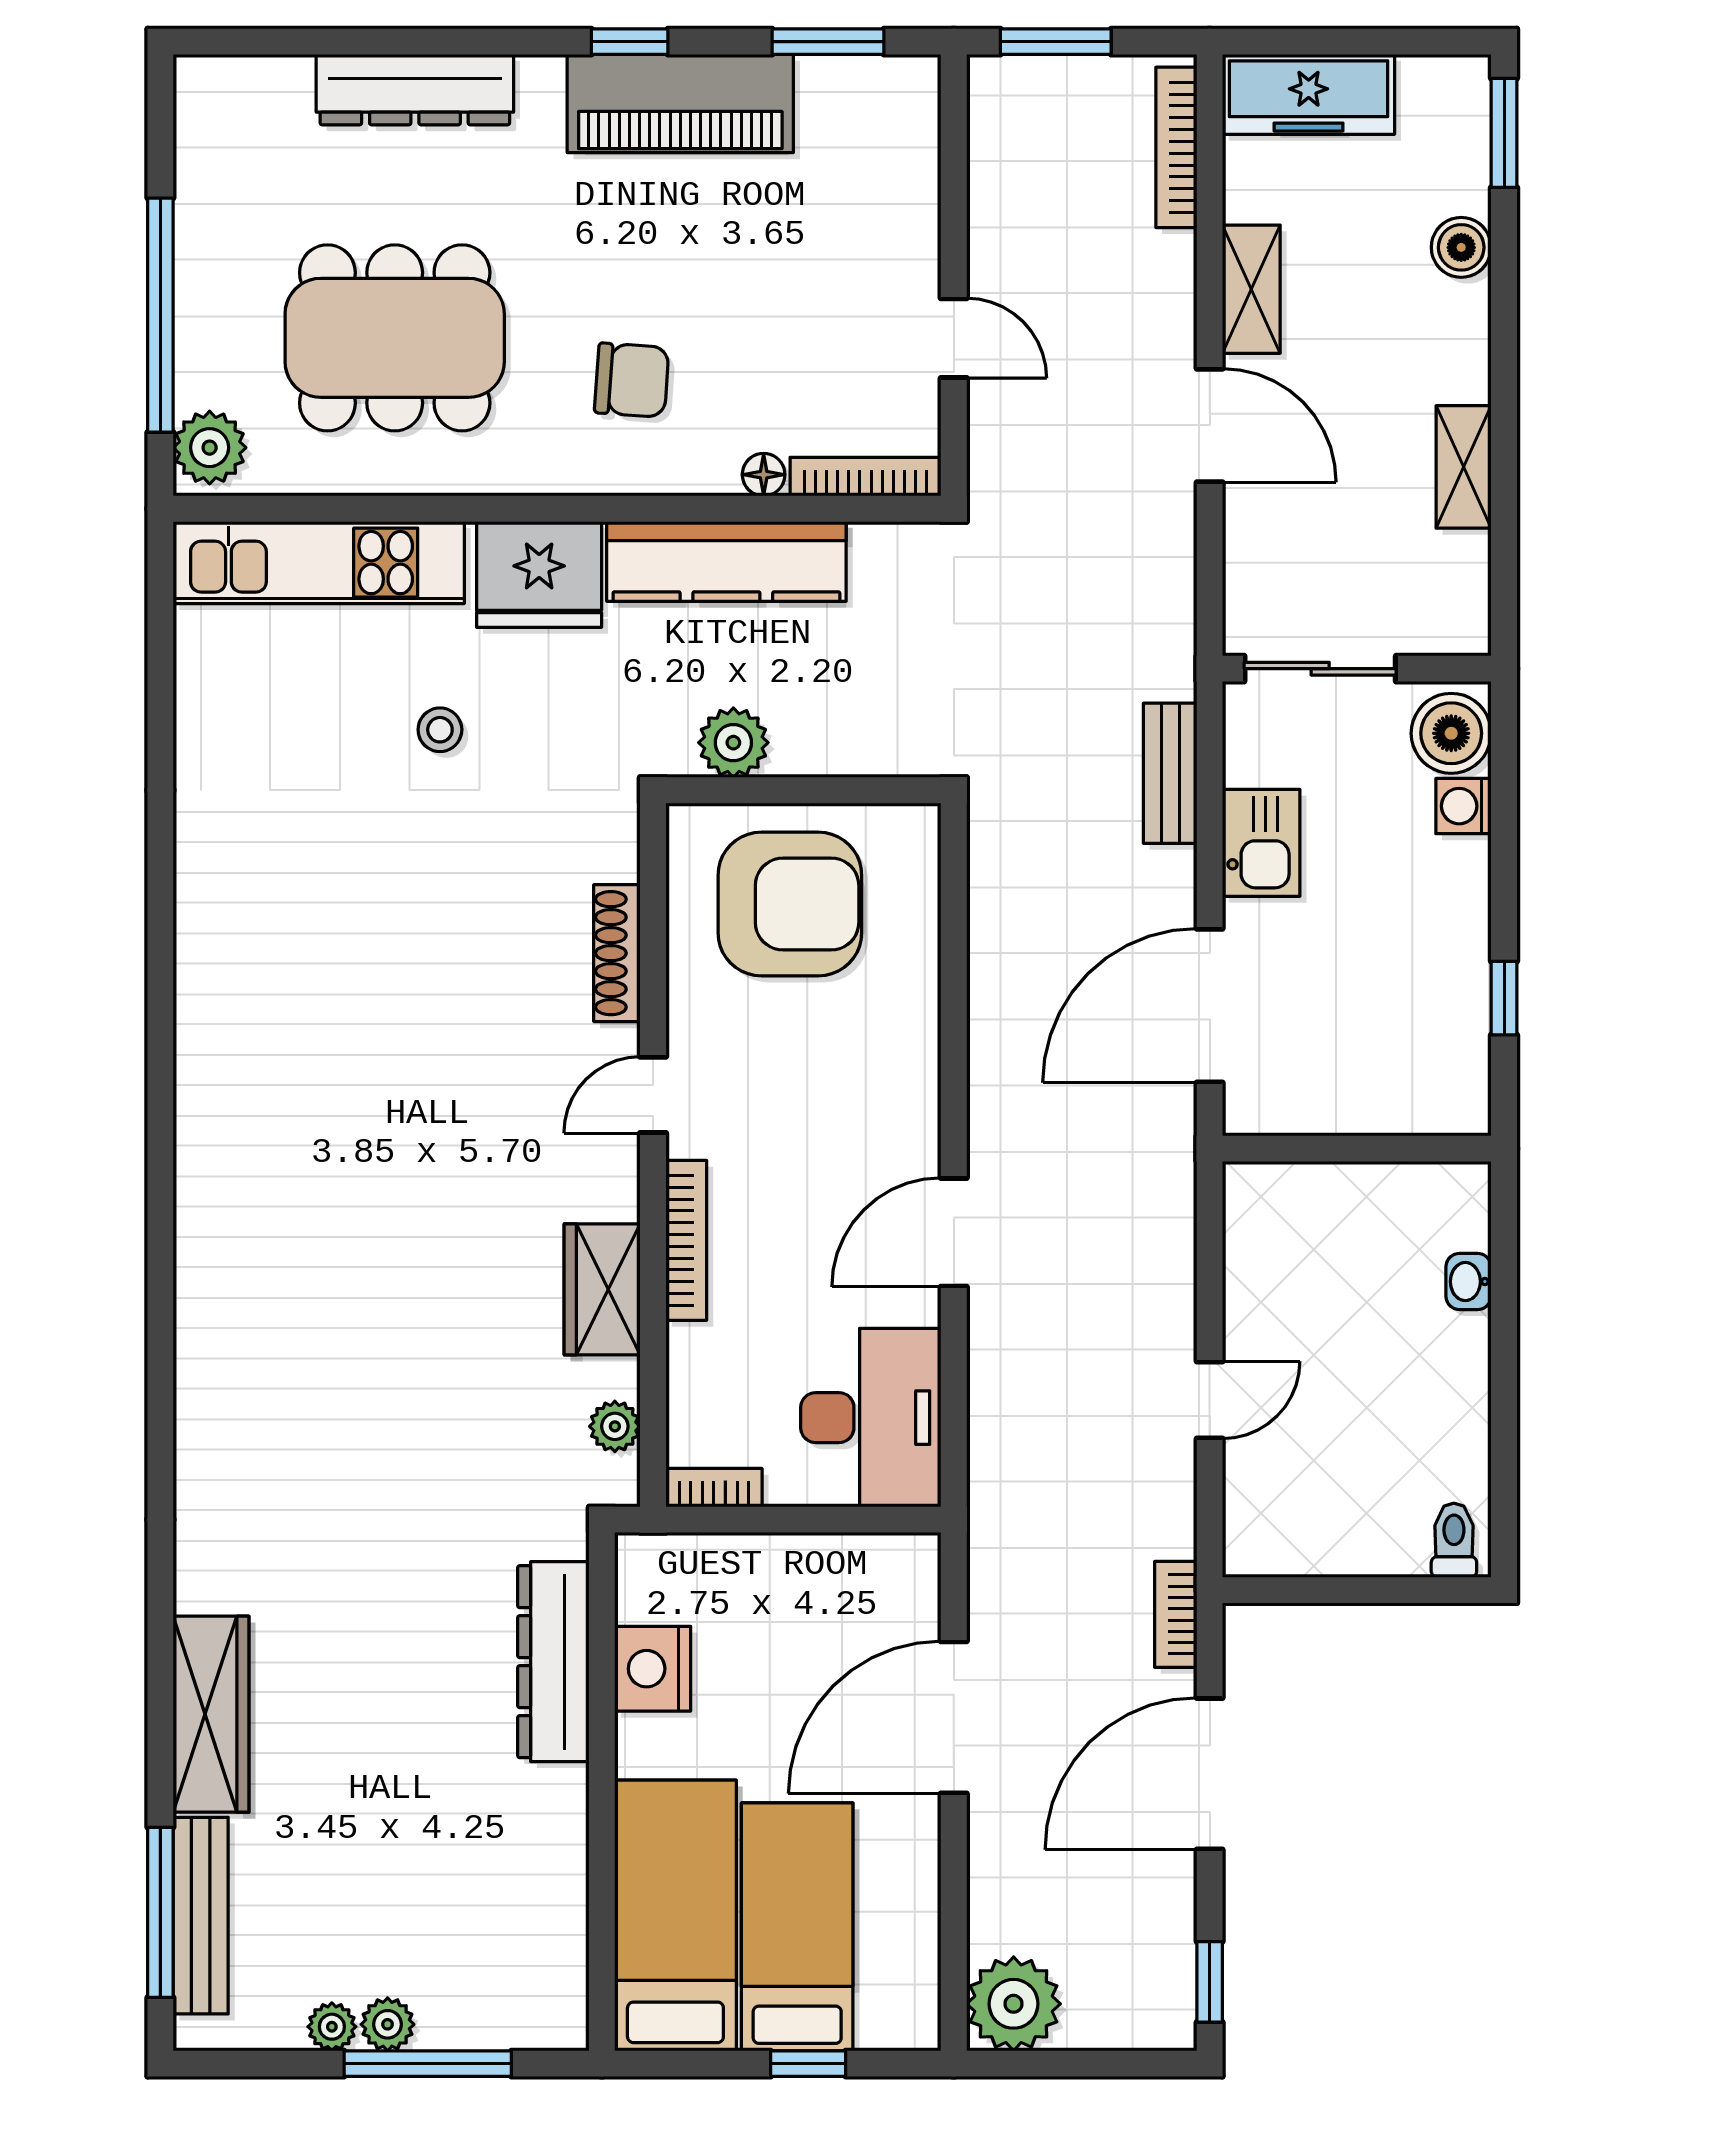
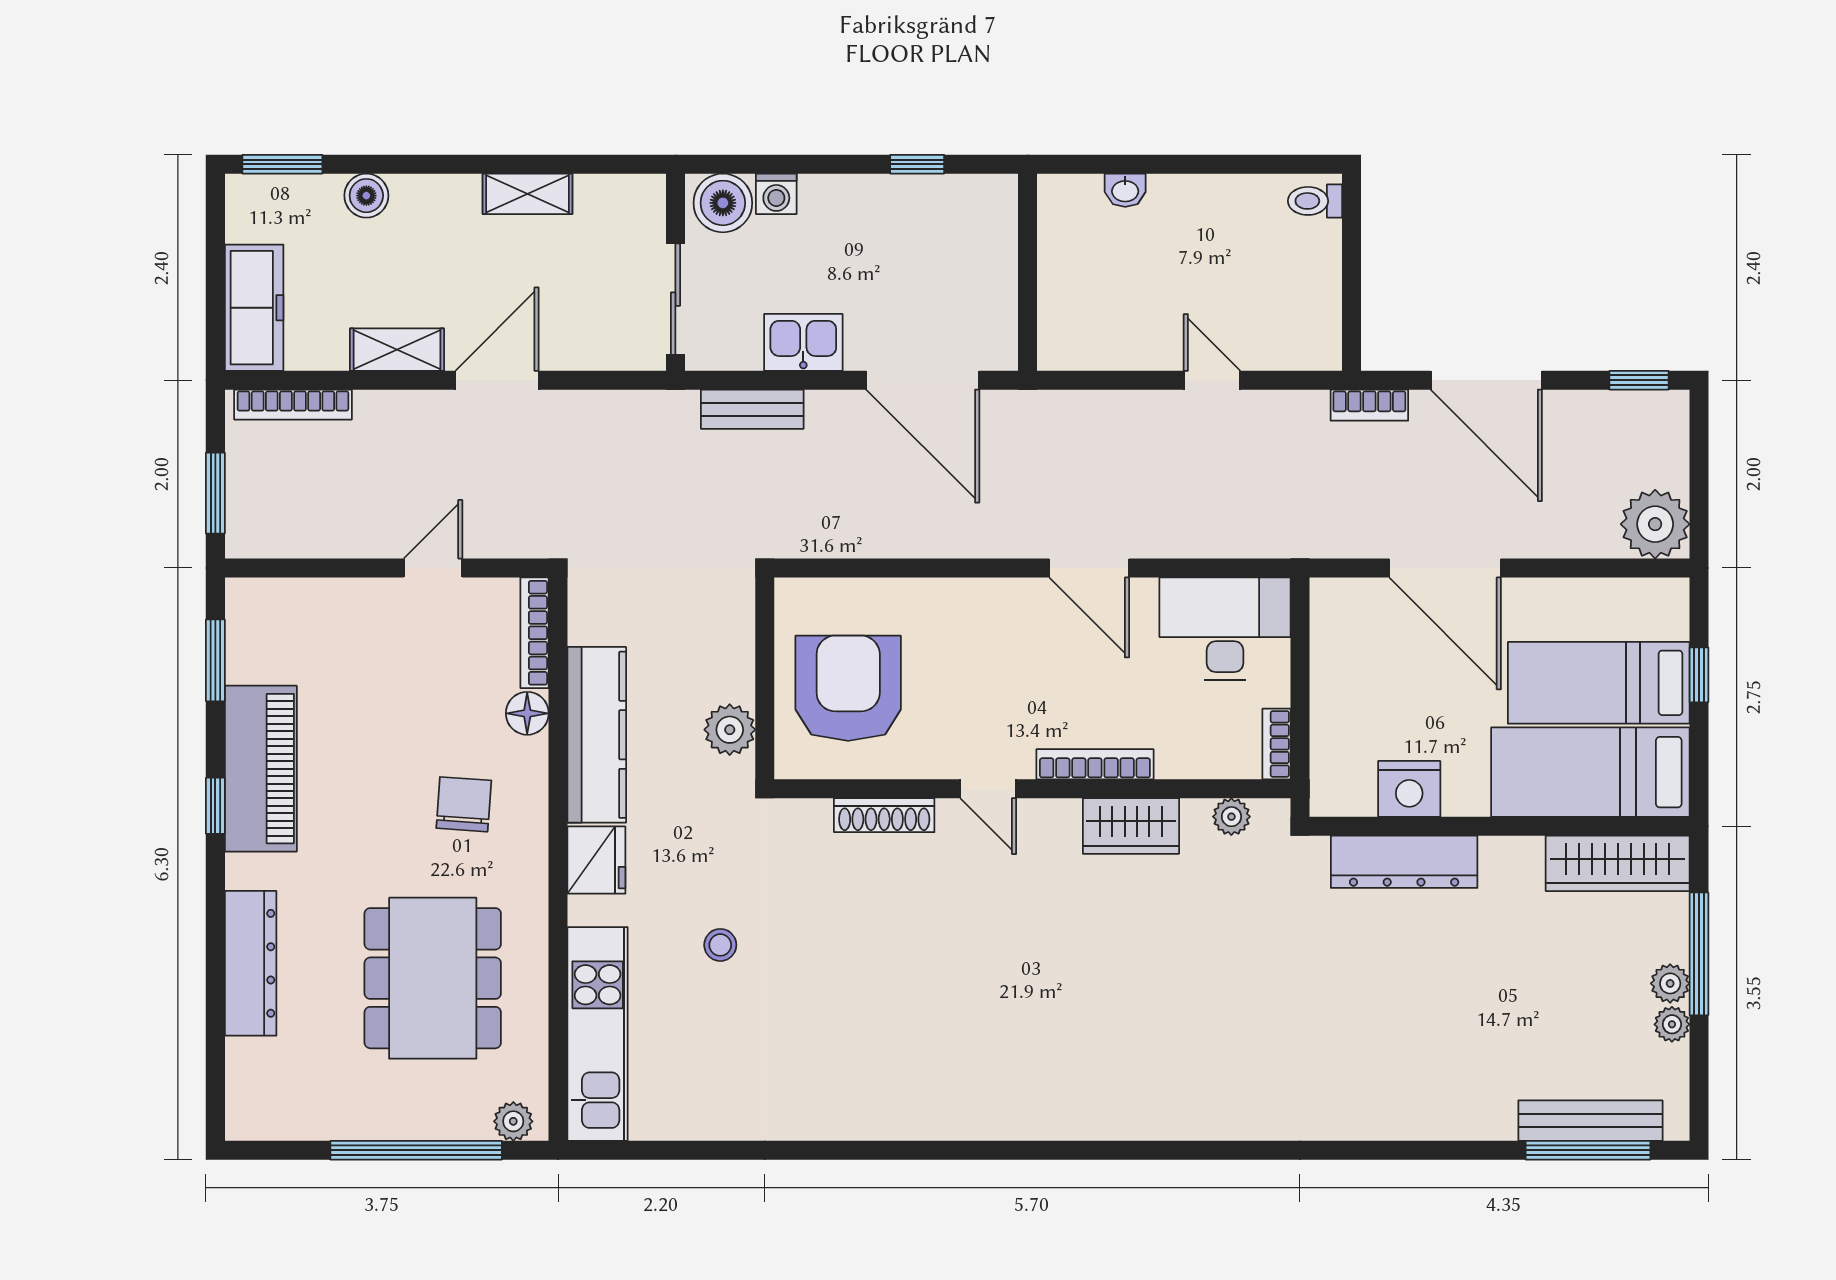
plant: (210, 448) -> (513, 1121), width x0.73, depth x0.73
floor lamp: (764, 475) -> (527, 713), width x1.37, depth x1.37
fridge: (539, 574) -> (596, 860), width x0.73, depth x0.75
wardrobe: (211, 1714) -> (1618, 863), moved, turned 180

